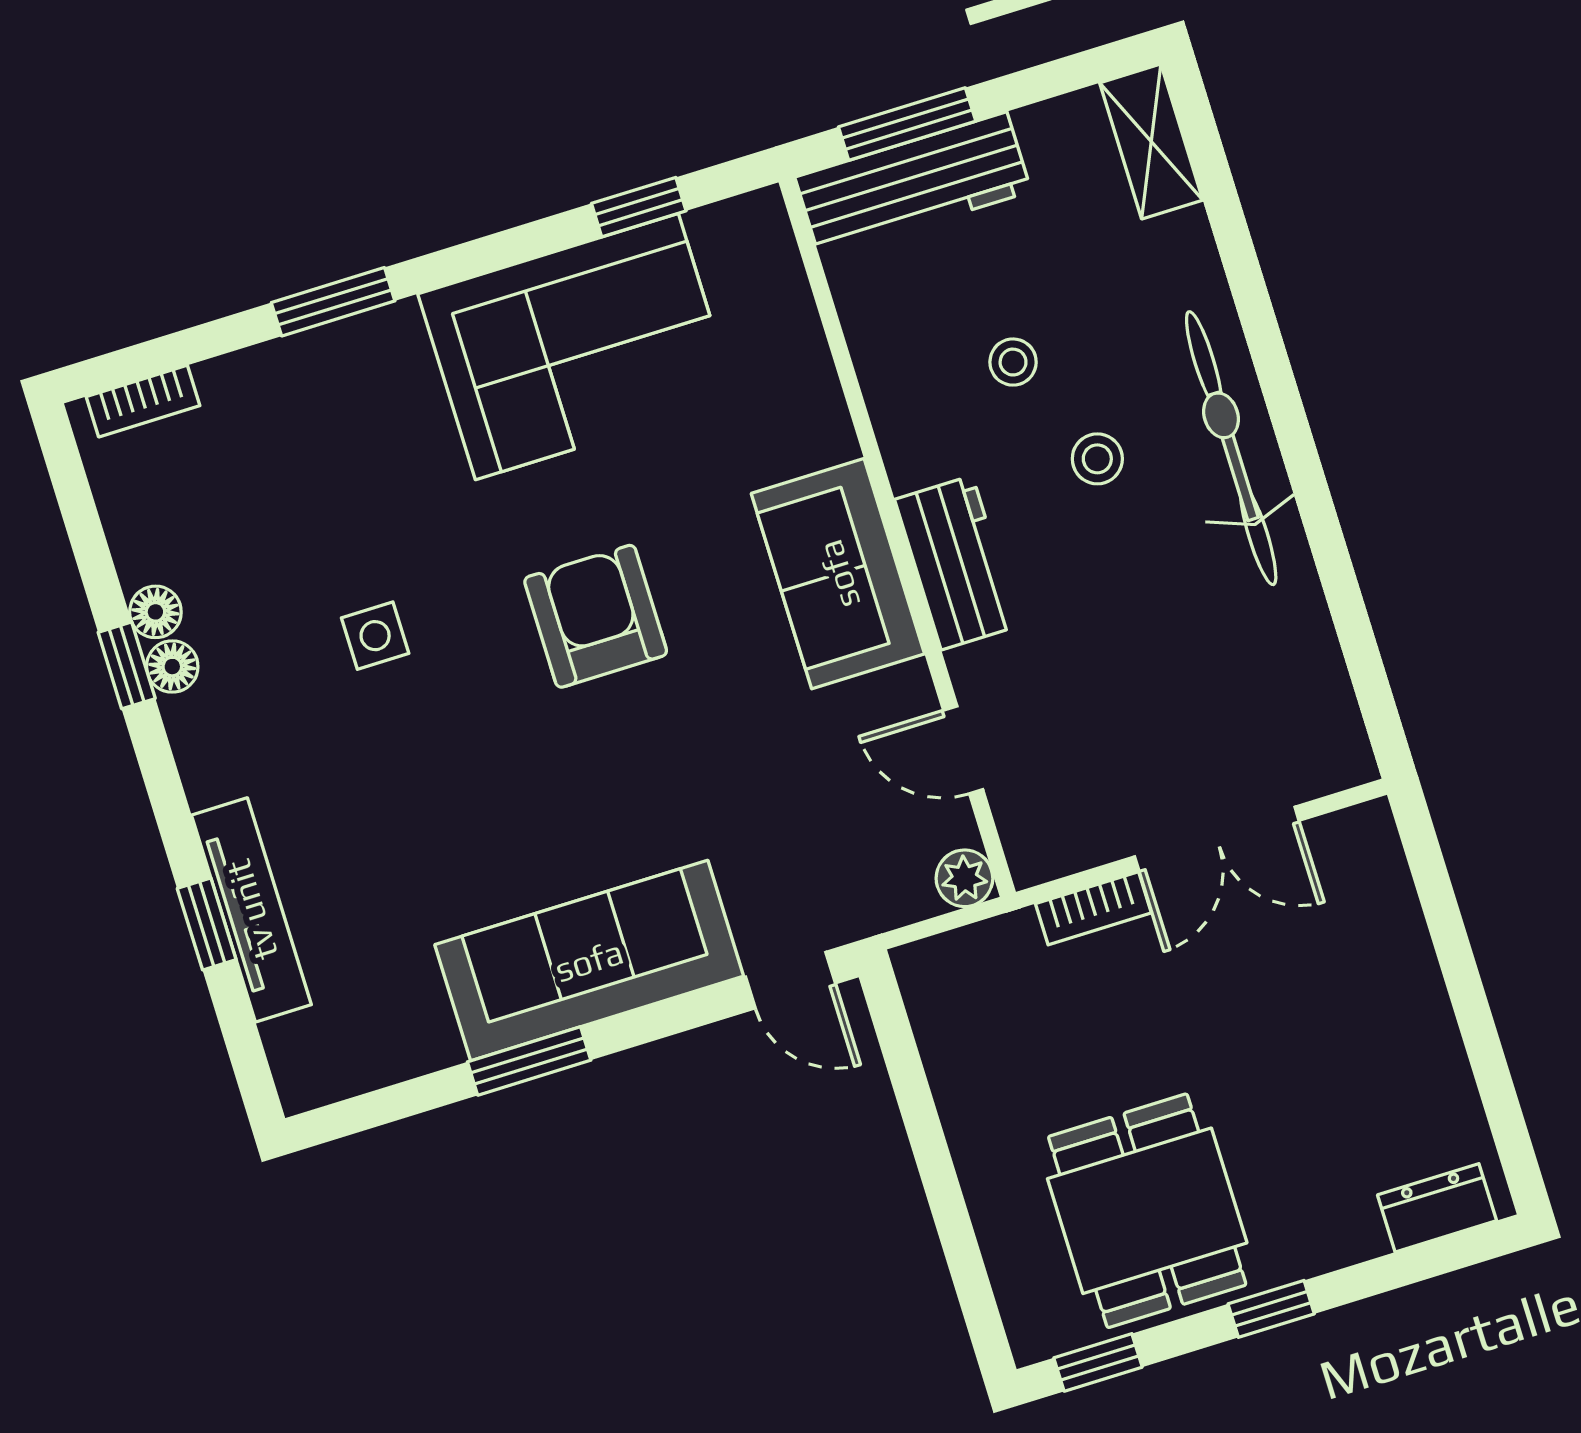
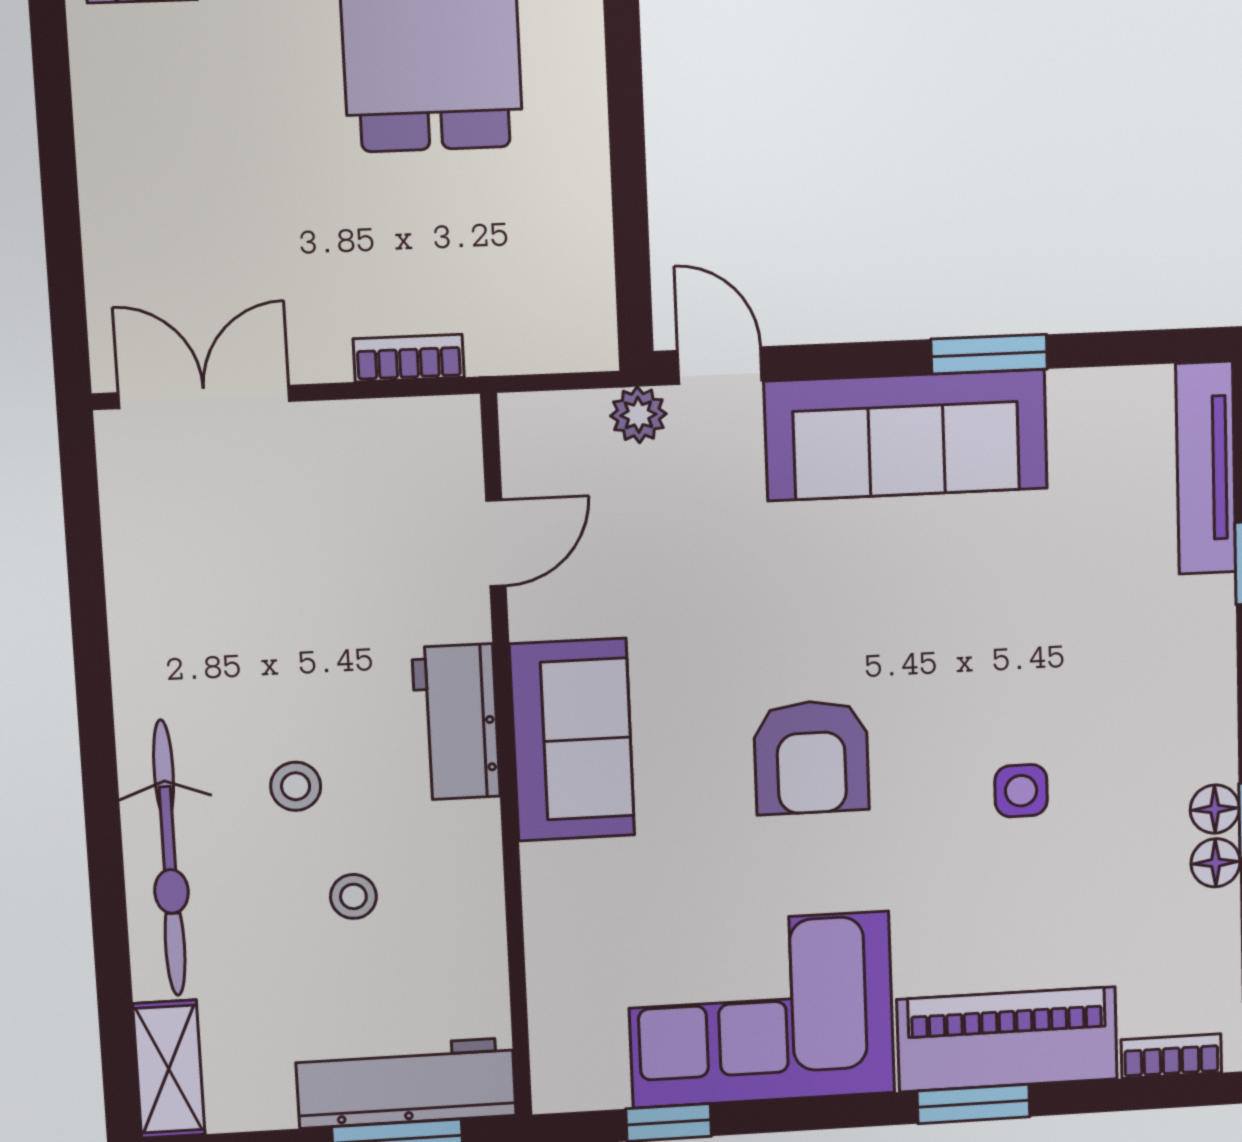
piano: (317, 377) -> (1007, 1039), added
bicycle: (1231, 448) -> (169, 858), moved
door: (963, 750) -> (496, 543), hinge flipped
double door: (1217, 839) -> (204, 397), moved
plant: (964, 878) -> (638, 415), moved
tv unit: (251, 910) -> (1206, 468), moved

